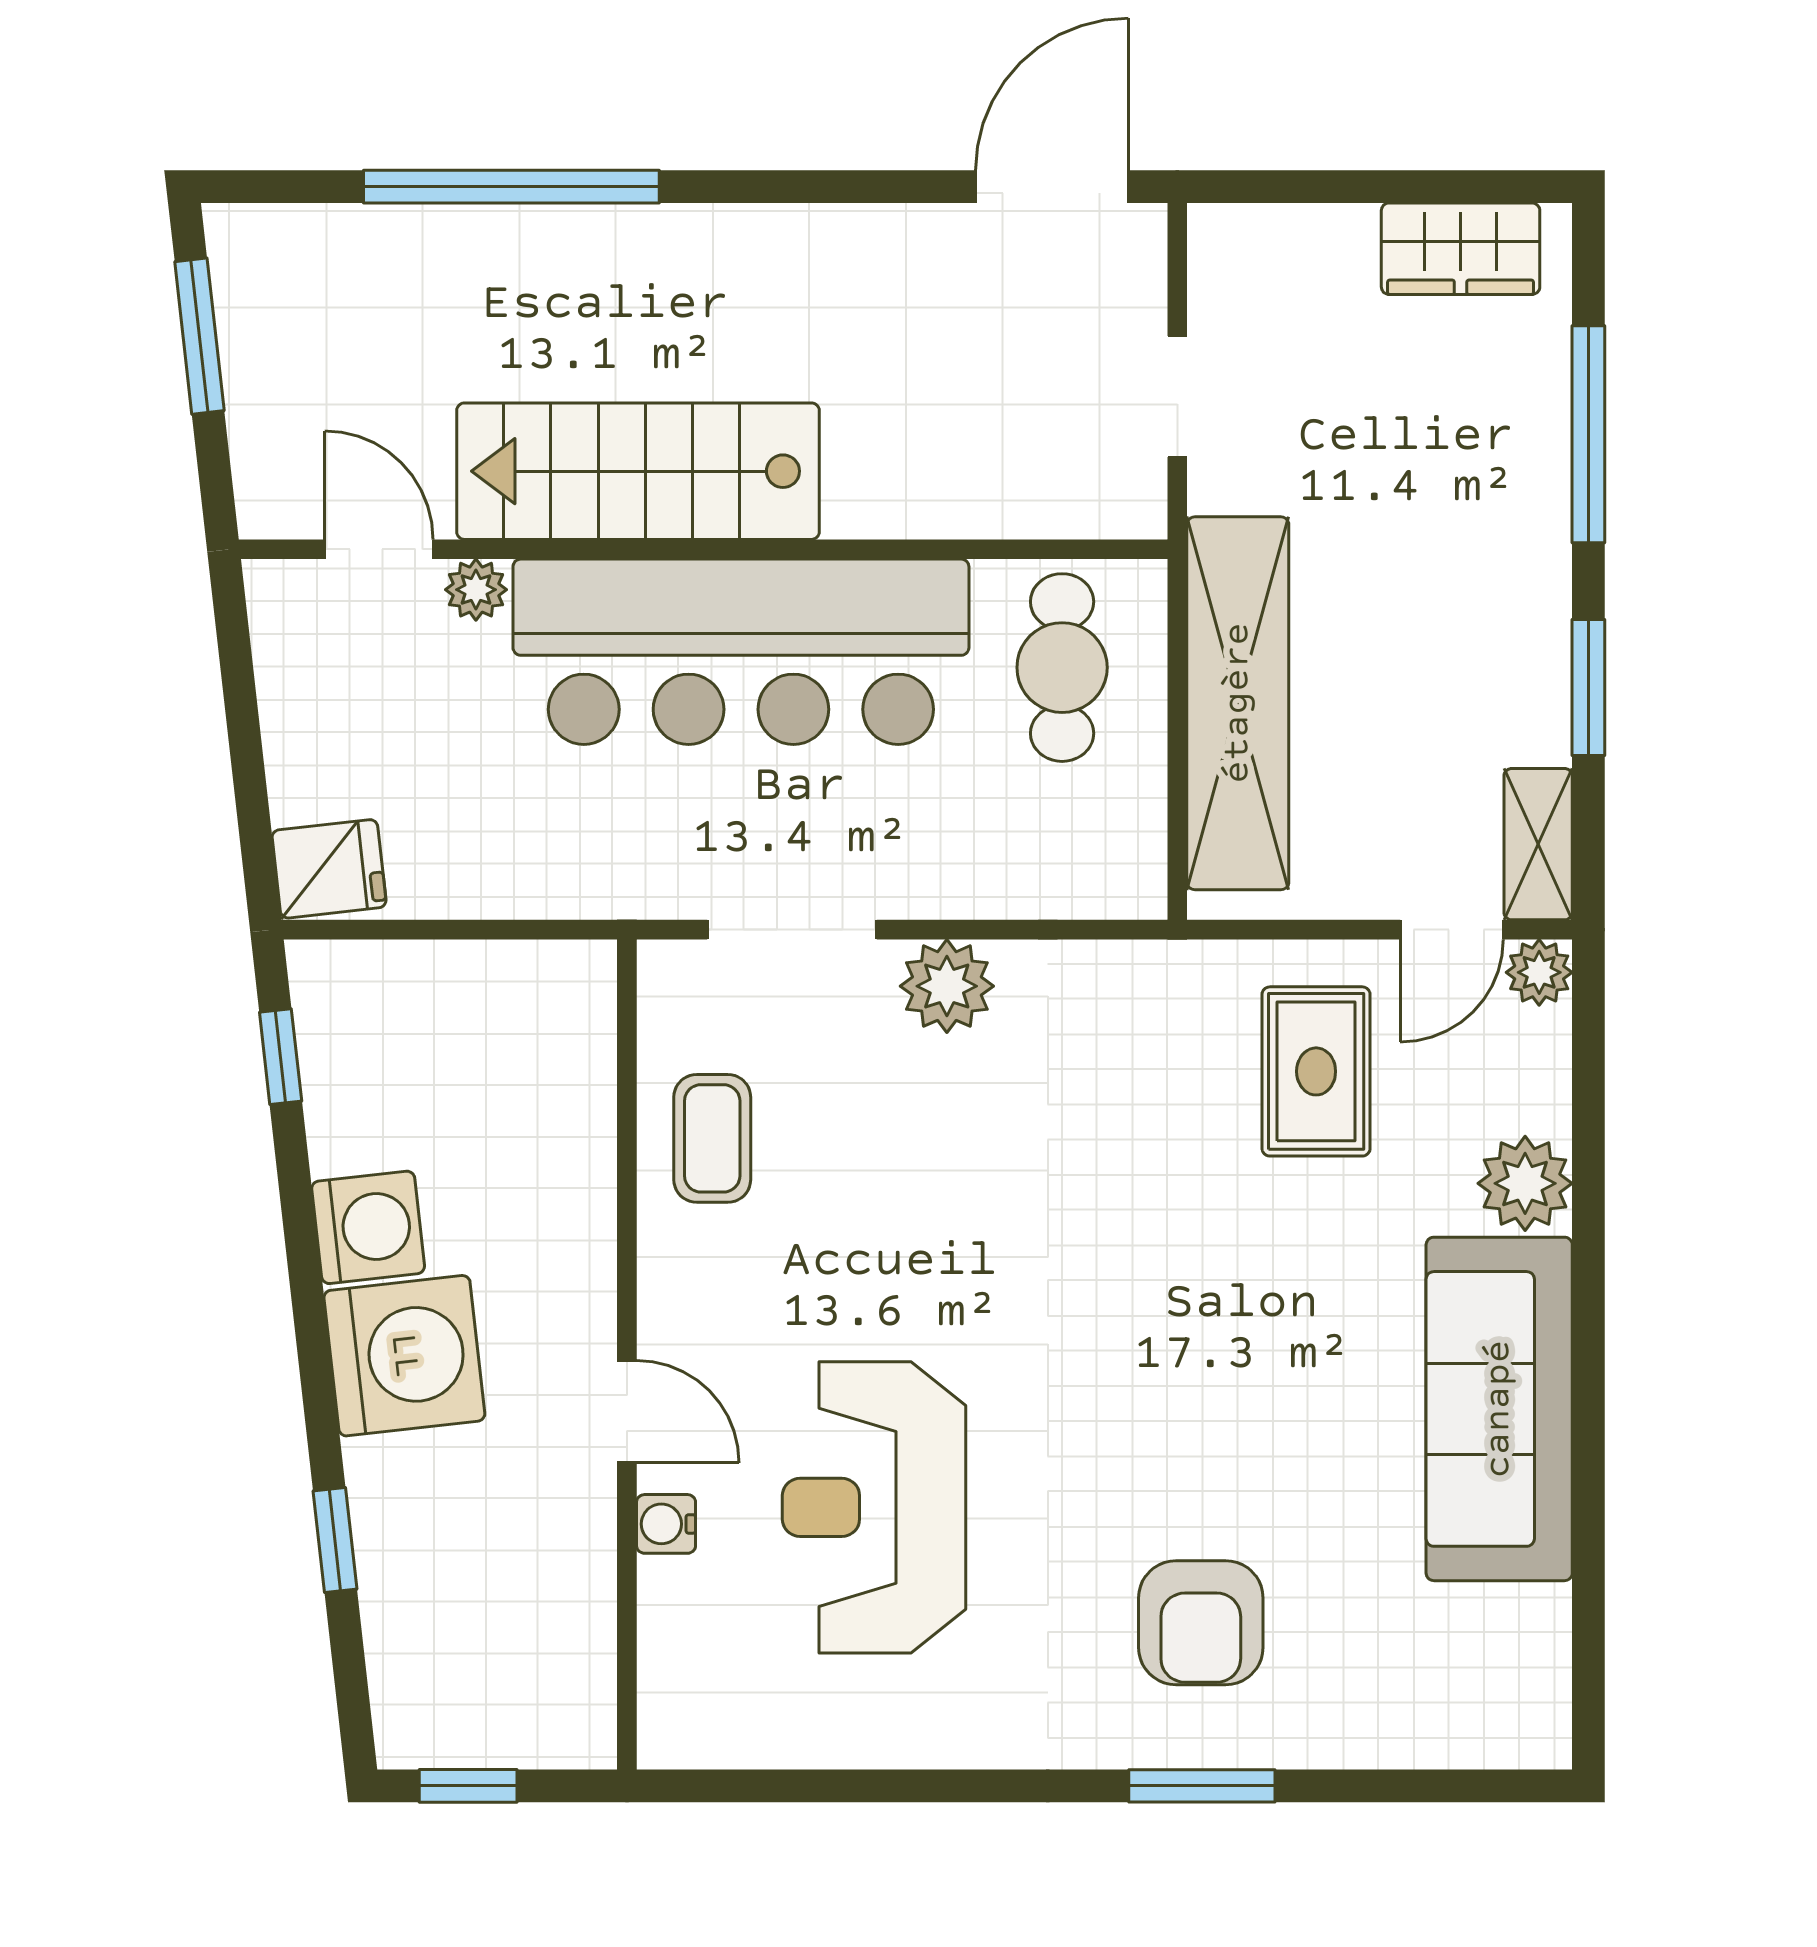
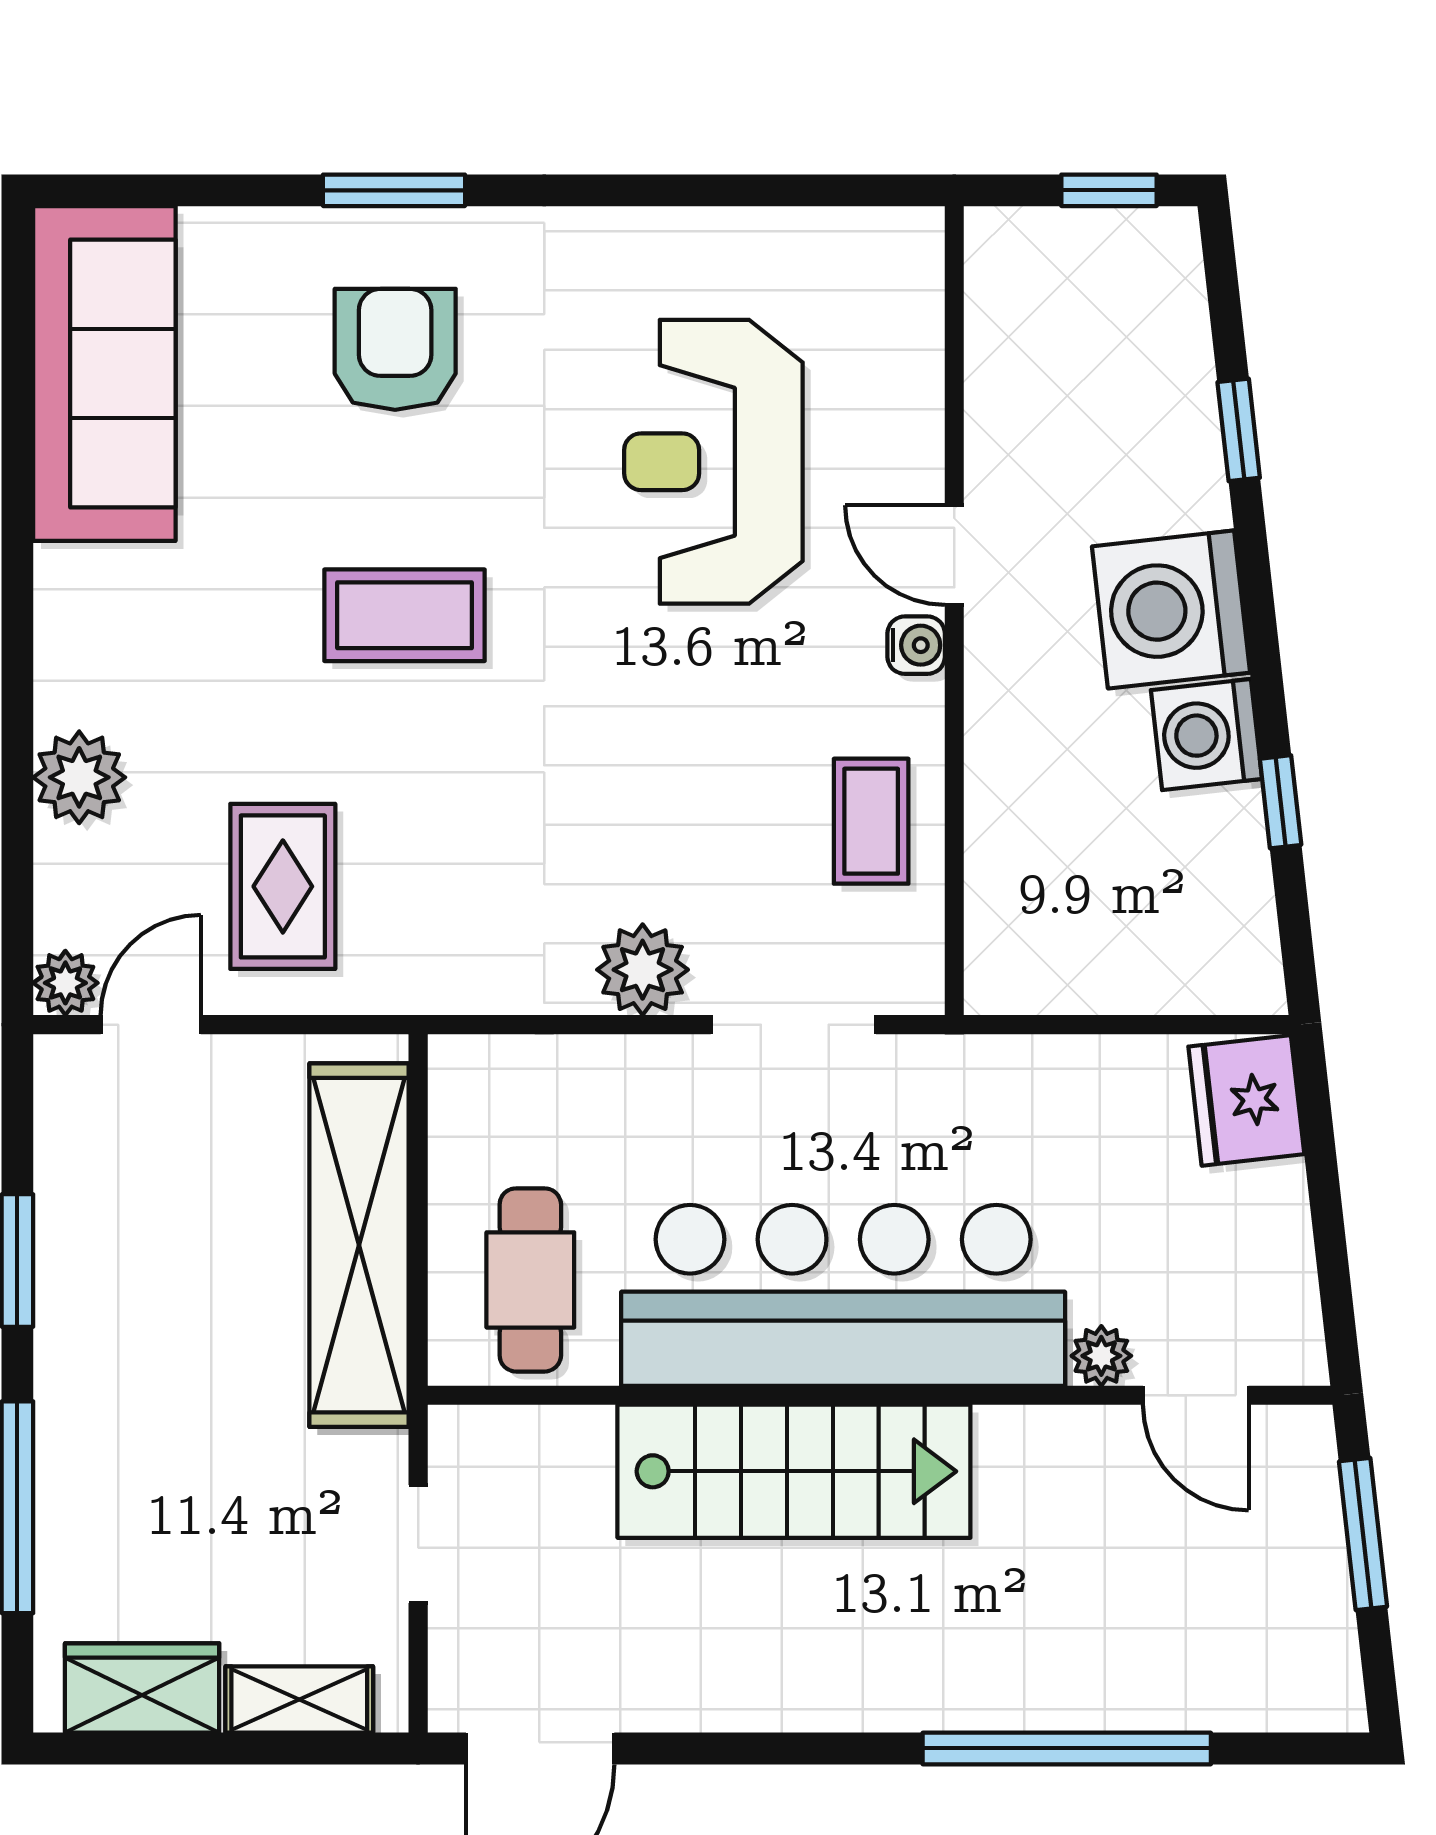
window: (199, 336) -> (1363, 1534), moved
stairs: (638, 471) -> (794, 1471), moved
shelving: (1538, 844) -> (299, 1699), moved, turned 90
fridge: (329, 869) -> (1246, 1100), width x1.38
window: (281, 1057) -> (1281, 802), moved
coffee table: (1191, 1350) -> (405, 615), added
sofa: (1499, 1409) -> (104, 374), moved
reception desk: (874, 1507) -> (713, 462), turned 180
water cooler: (666, 1524) -> (916, 645), moved

